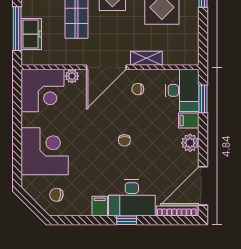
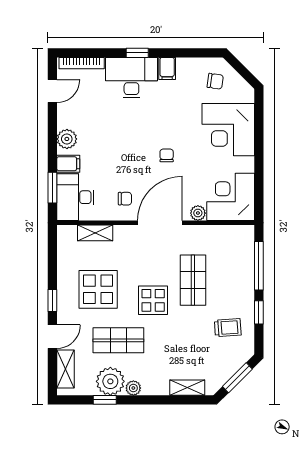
freezer: (31, 34) -> (243, 260), removed
shelving: (146, 58) -> (95, 233), moved
chair: (124, 140) -> (167, 155), moved
door: (203, 186) -> (52, 91), width x0.53

